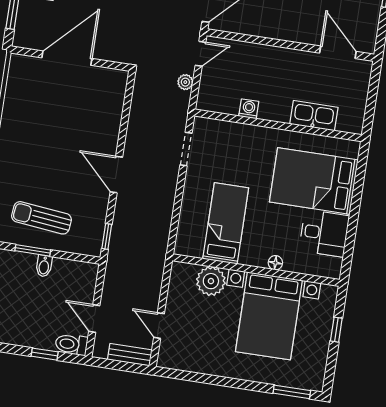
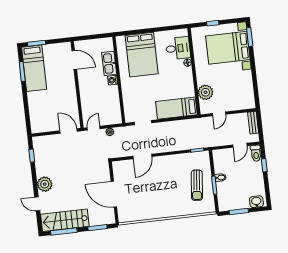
door: (338, 52) -> (74, 60), swing flipped
door: (201, 54) -> (94, 128), hinge flipped
washing machine: (249, 109) -> (113, 80), moved
door: (116, 174) -> (142, 156), moved
bed: (226, 223) -> (176, 108), moved
desk: (324, 233) -> (178, 48), moved, turned 90
bed with nightstands: (269, 316) -> (228, 48), moved, turned 180
door: (159, 326) -> (219, 114), moved

